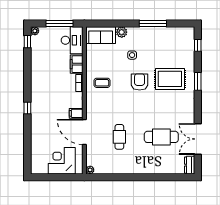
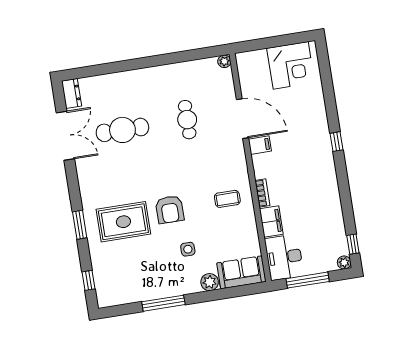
corner desk: (62, 161) -> (291, 65), moved

